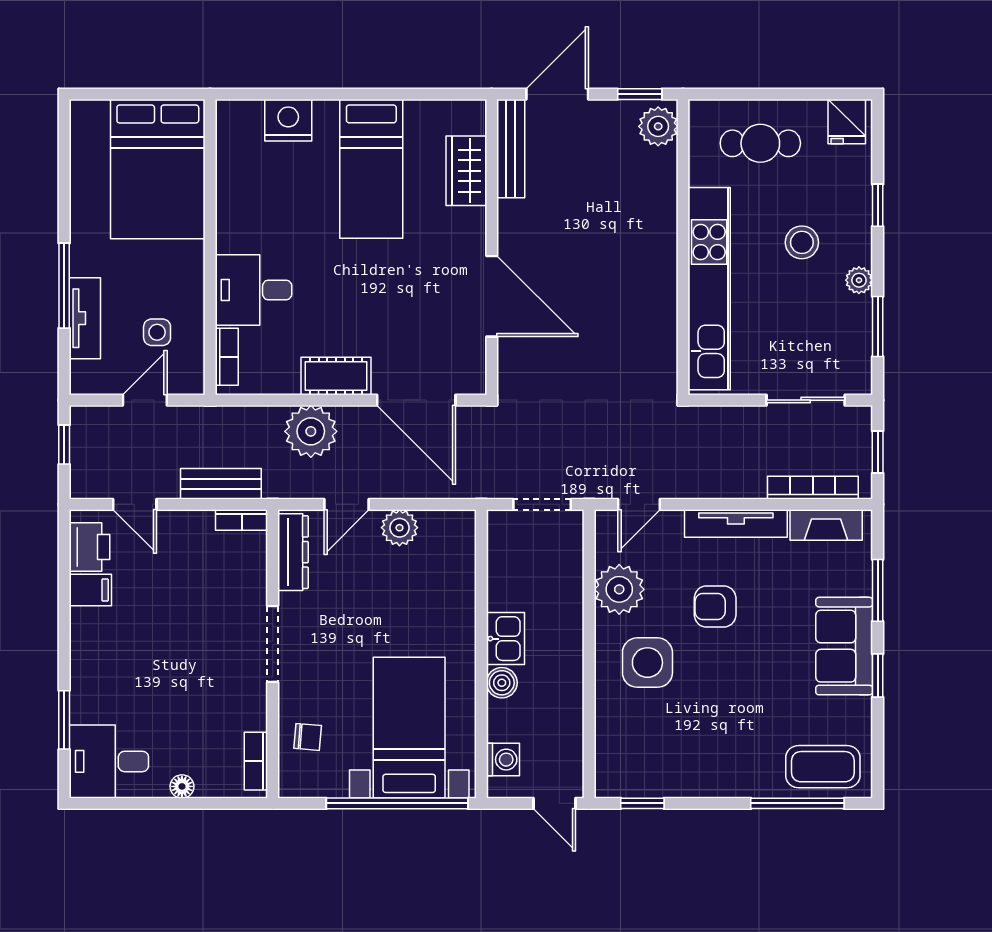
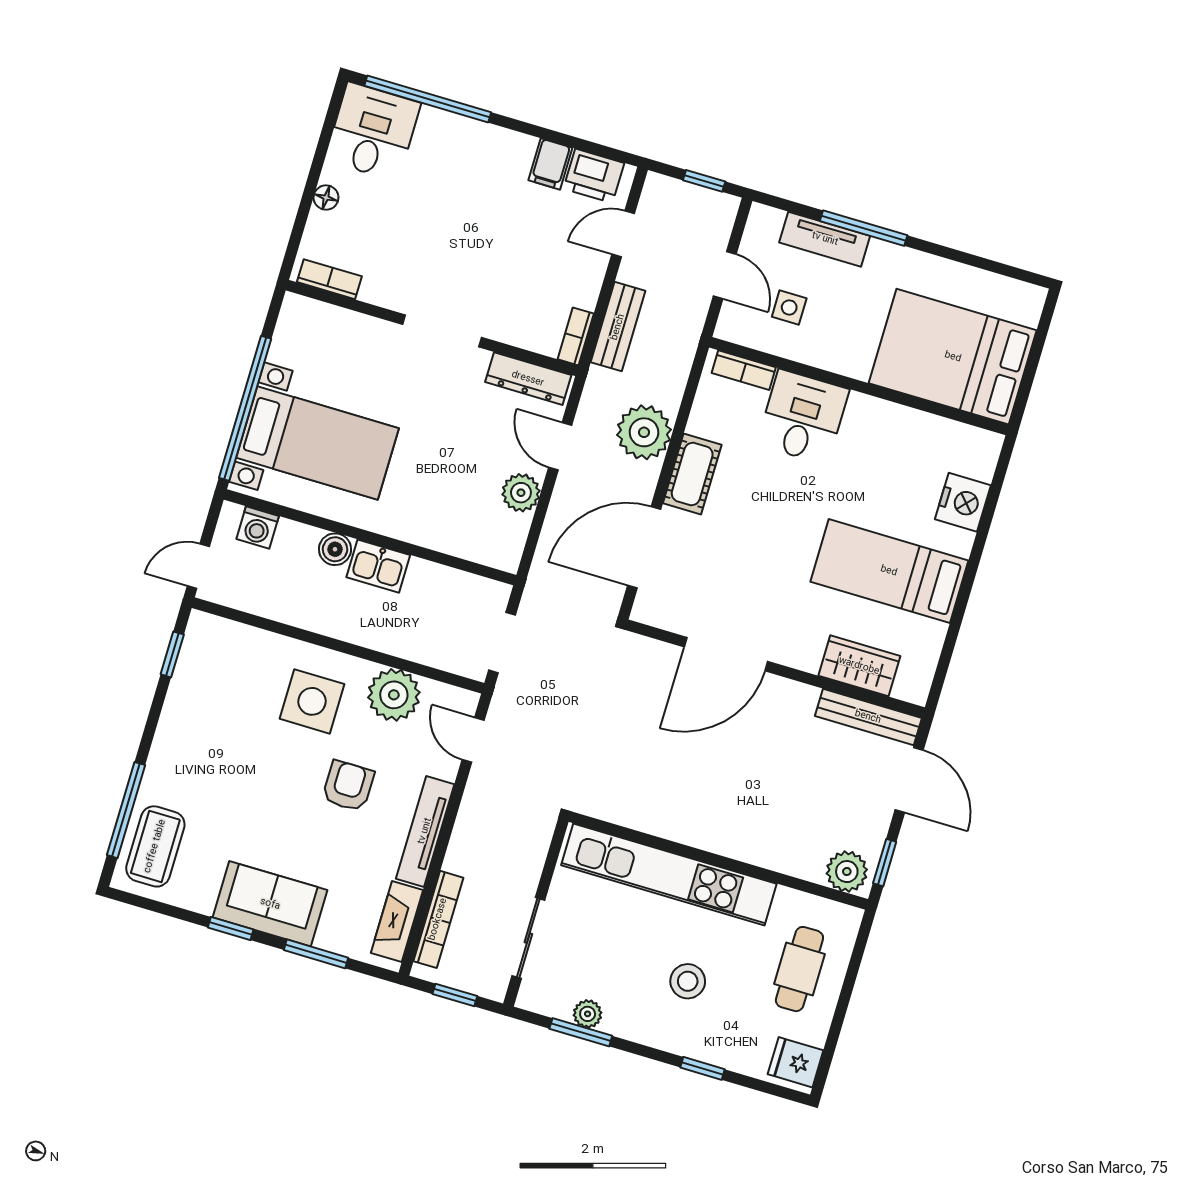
plant: (859, 280) -> (588, 1014), moved
window: (64, 720) -> (428, 99), width x2.11
chair: (308, 737) -> (338, 338), removed

